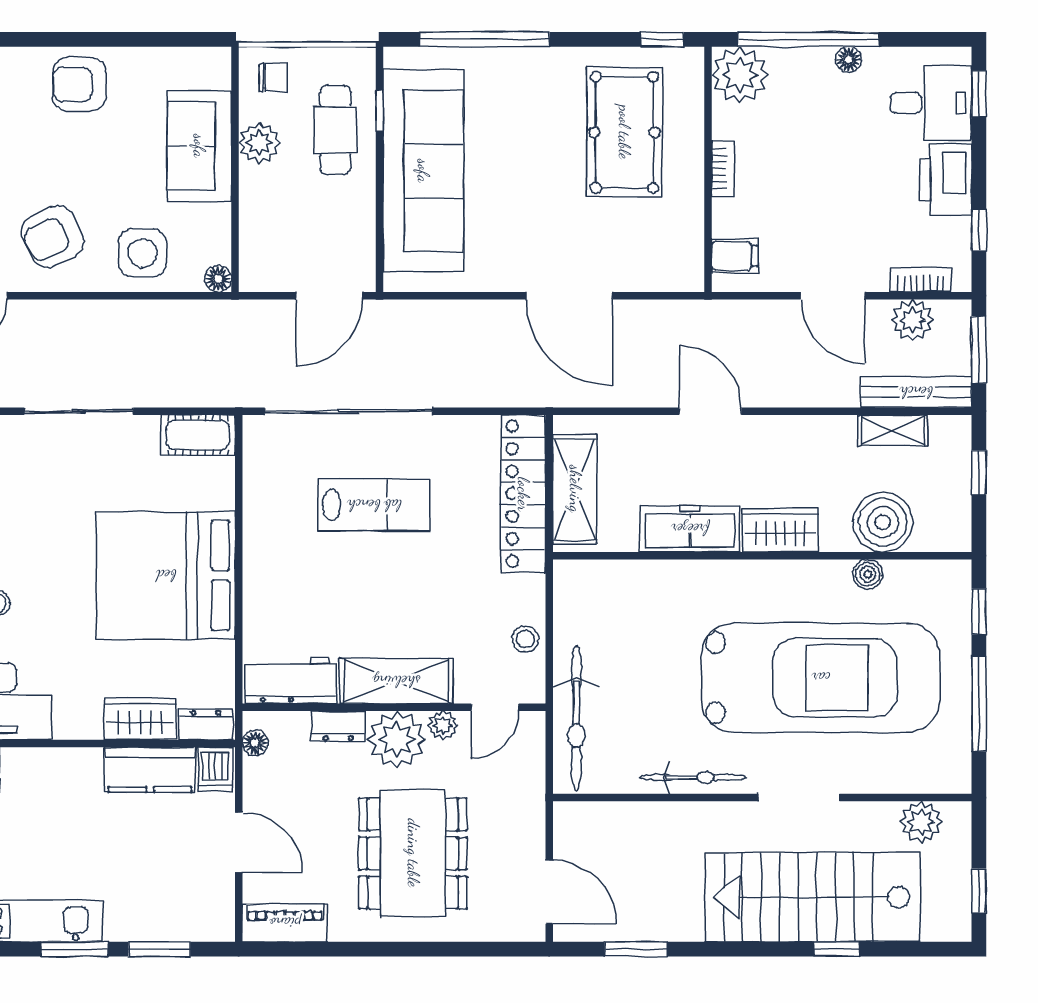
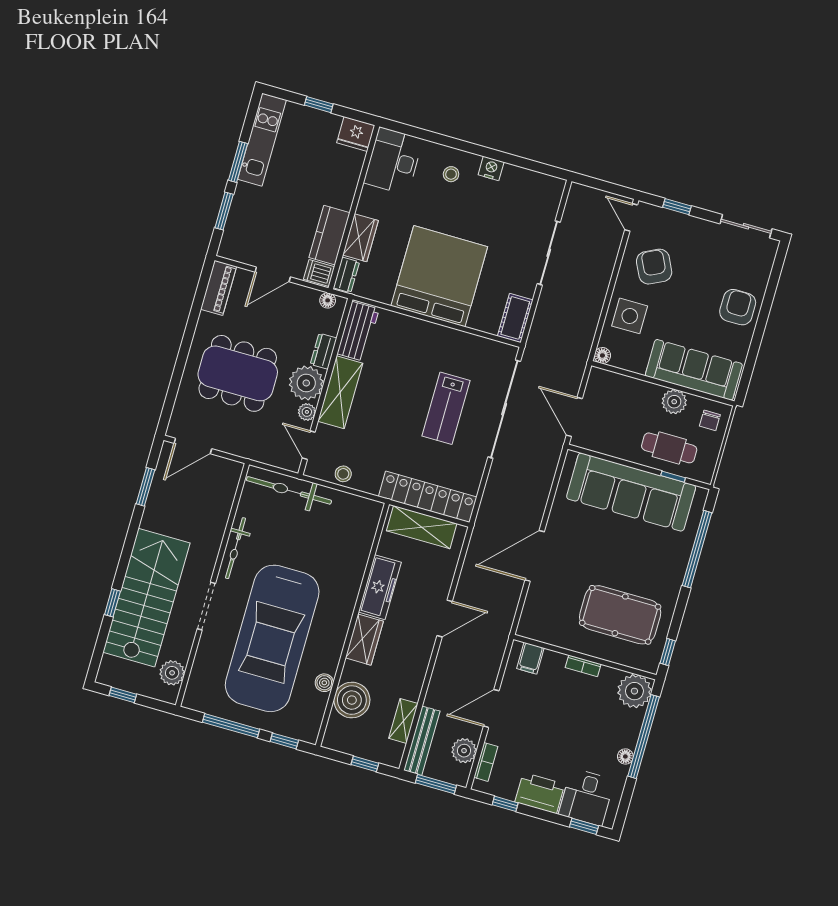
sofa: (199, 146) -> (694, 370), width x1.36

